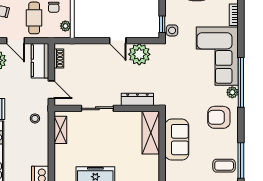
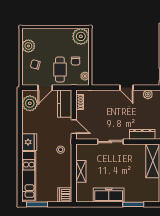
door: (15, 41) -> (45, 88), hinge flipped
plant: (139, 54) -> (148, 94), width x0.53, depth x0.53
shelving: (60, 130) -> (81, 171), moved

